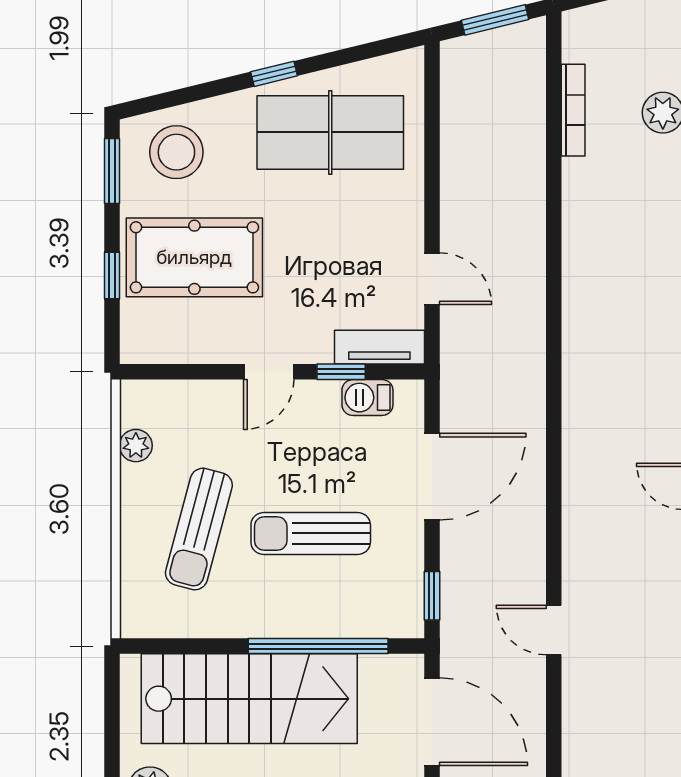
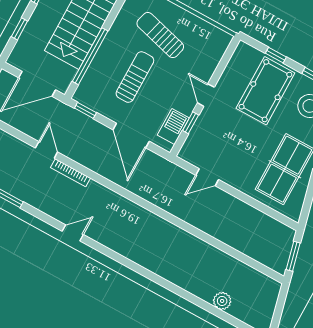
bookcase: (573, 110) -> (70, 173), moved
tv unit: (379, 347) -> (192, 143), removed
barbecue: (367, 398) -> (173, 127), width x1.38, depth x1.27
plant: (136, 446) -> (206, 28), removed
door: (554, 630) -> (47, 150), hinge flipped

